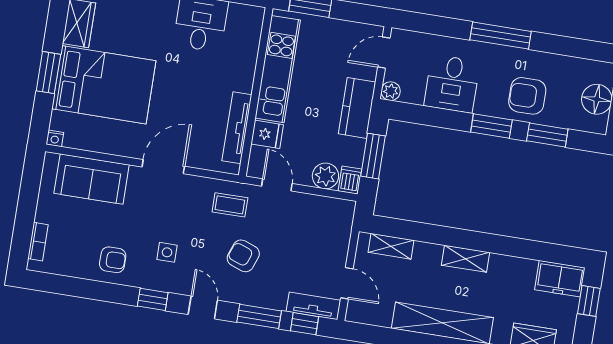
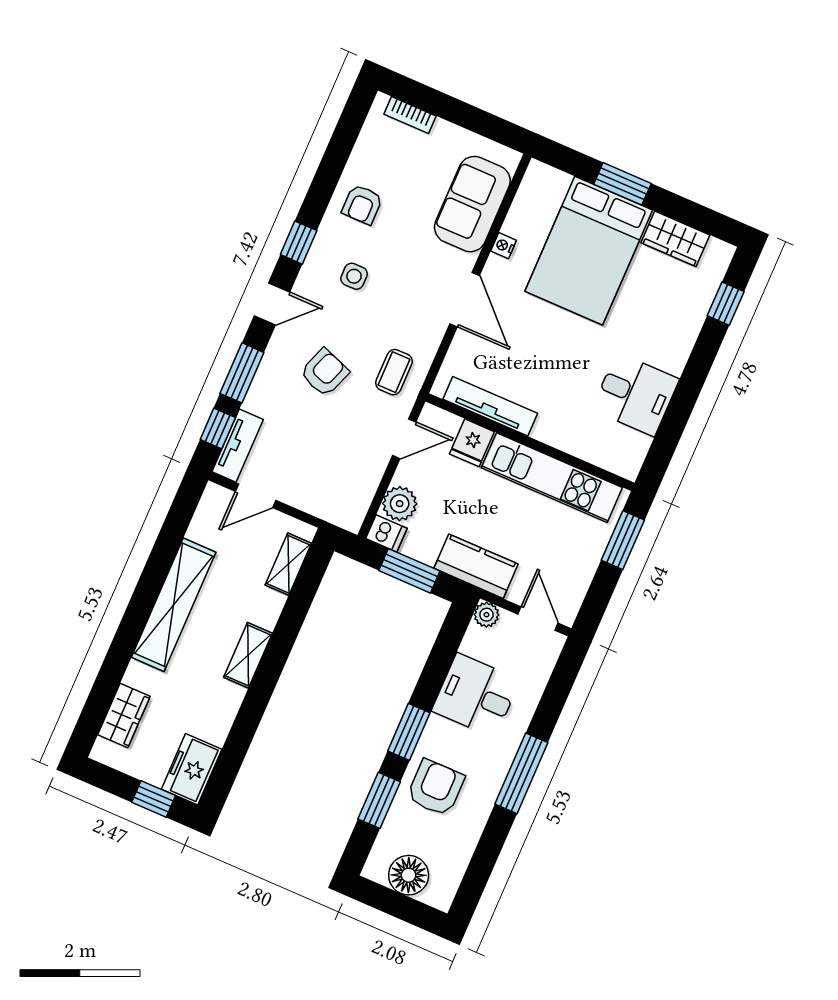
nightstand: (55, 138) -> (504, 246), moved

